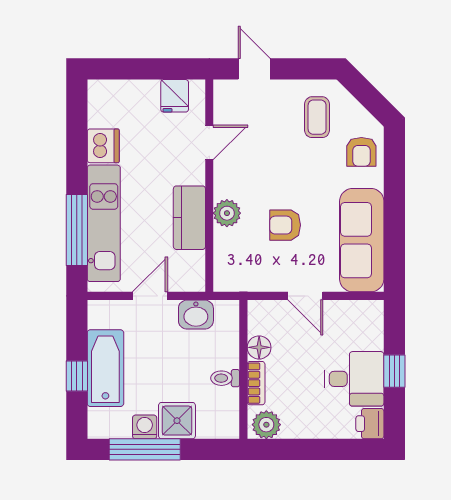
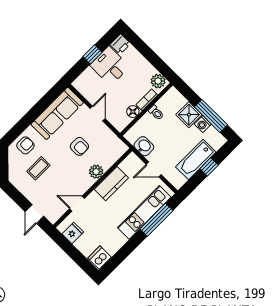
coffee table: (317, 117) -> (38, 168), moved
dishwasher: (103, 146) -> (100, 258), moved

